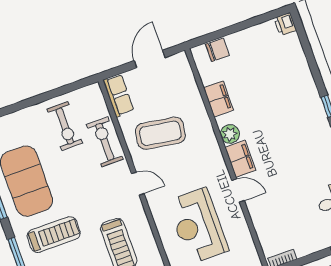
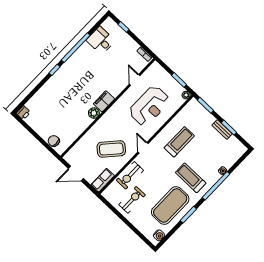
filing cabinet: (218, 99) -> (79, 128), removed
coffee table: (160, 133) -> (111, 149), turned -57
door: (238, 190) -> (135, 80), moved

